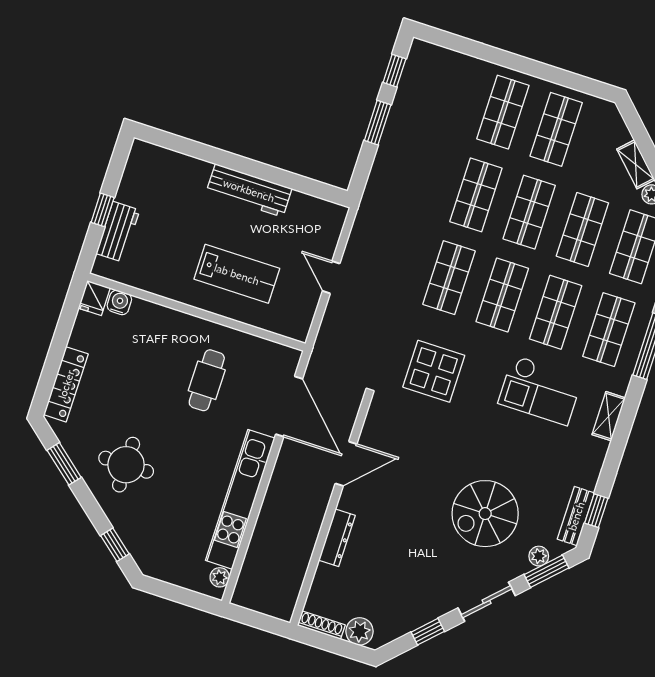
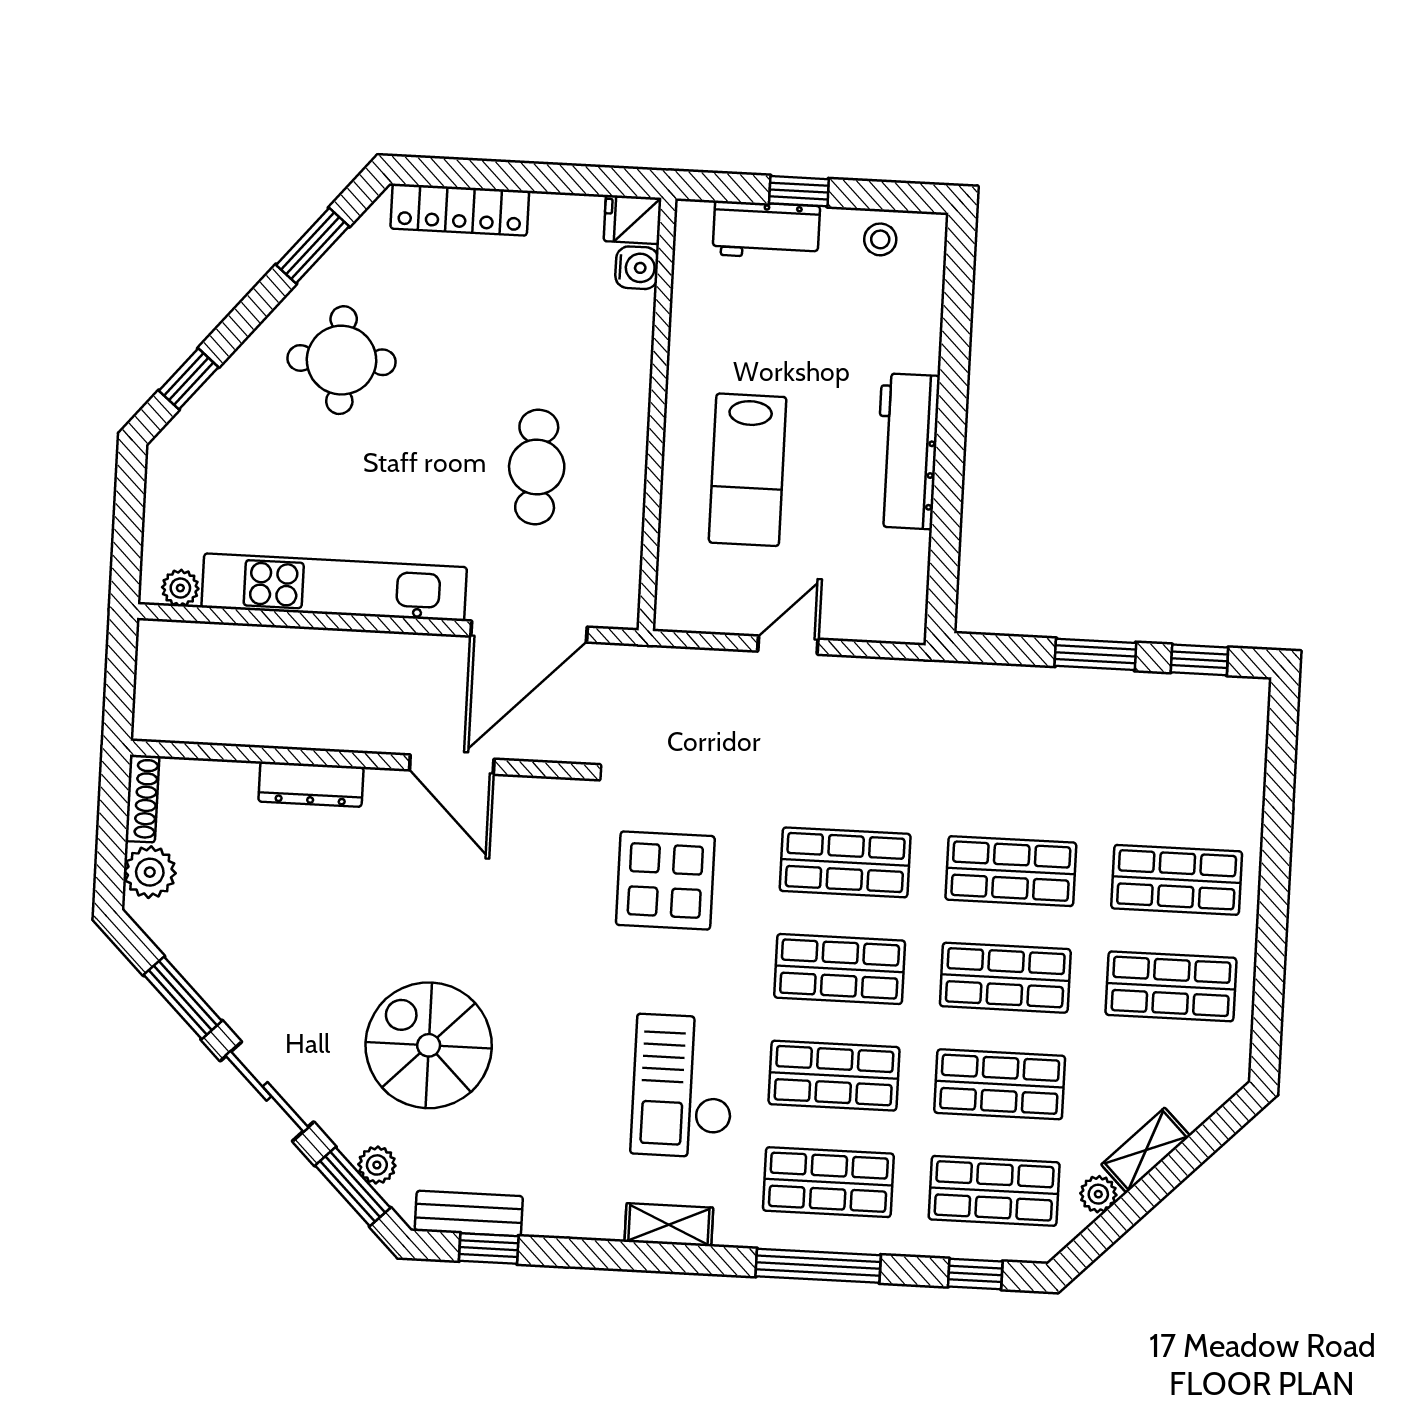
stool: (138, 175) -> (880, 239), added
cafe table: (207, 380) -> (537, 467), turned 90
window: (428, 632) -> (183, 998), width x1.50

